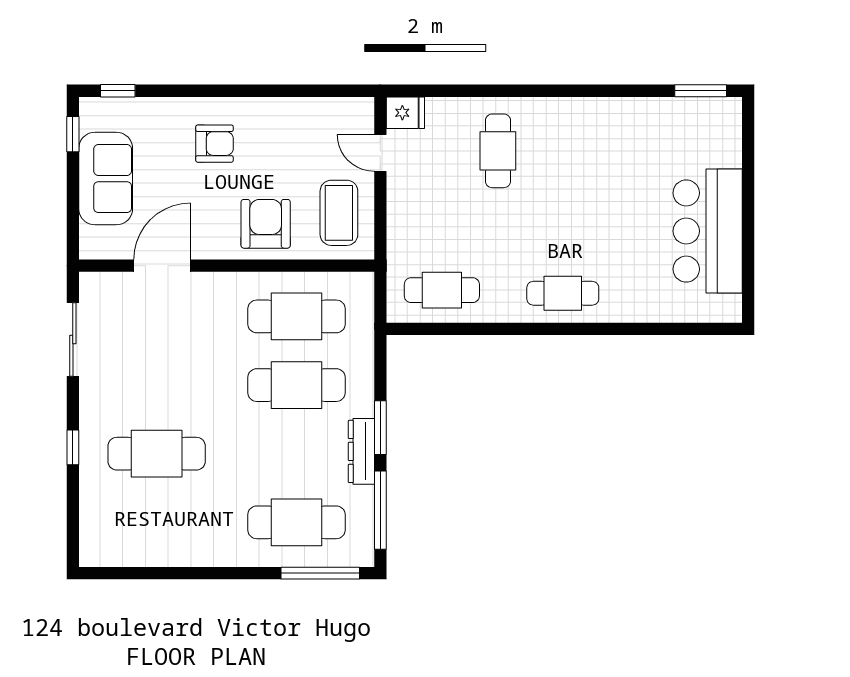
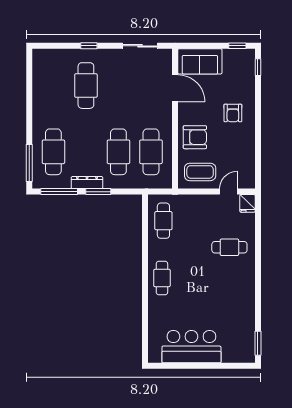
sofa: (106, 179) -> (200, 61), moved

